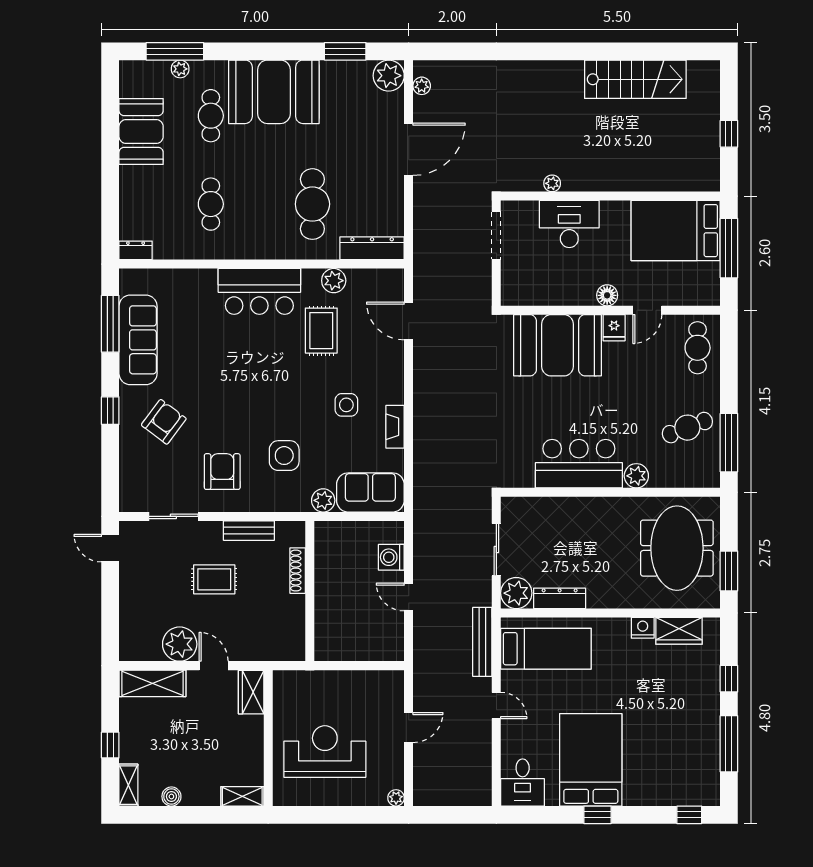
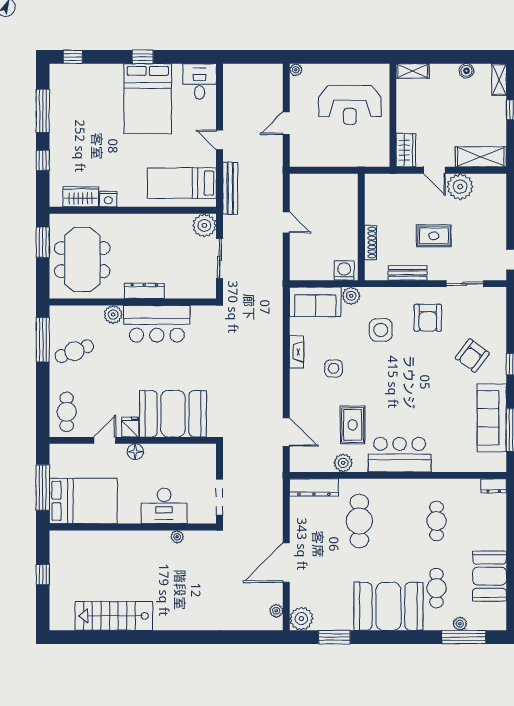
washing machine: (391, 557) -> (344, 271), moved, turned -90
dresser: (560, 598) -> (144, 291), moved, turned 180

